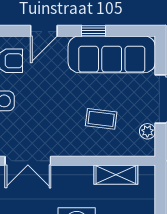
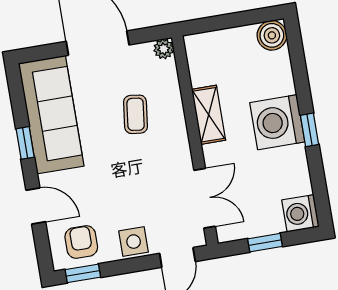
plant: (147, 131) -> (164, 49), moved
shelving: (116, 175) -> (209, 115), moved

